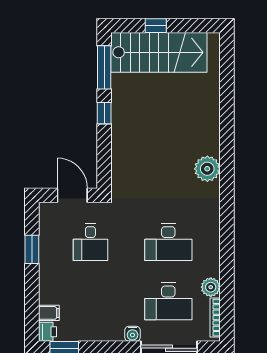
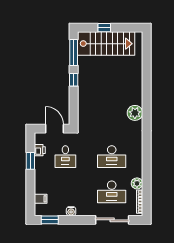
printer: (47, 332) -> (40, 150), moved
water cooler: (133, 334) -> (71, 211), moved

